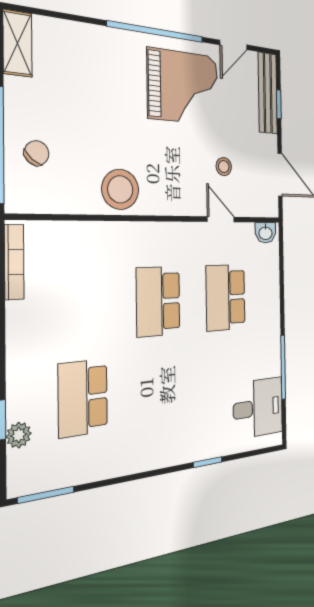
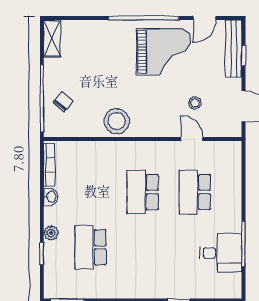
washbasin: (265, 233) -> (51, 197), moved, turned -90
desk: (258, 408) -> (221, 253), moved
plant: (19, 435) -> (51, 233), moved

